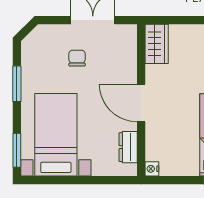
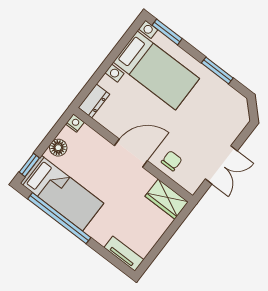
chair: (77, 58) -> (172, 161), moved, turned -90
dresser: (128, 147) -> (94, 101), moved, turned 90
floor lamp: (183, 167) -> (58, 148), added

